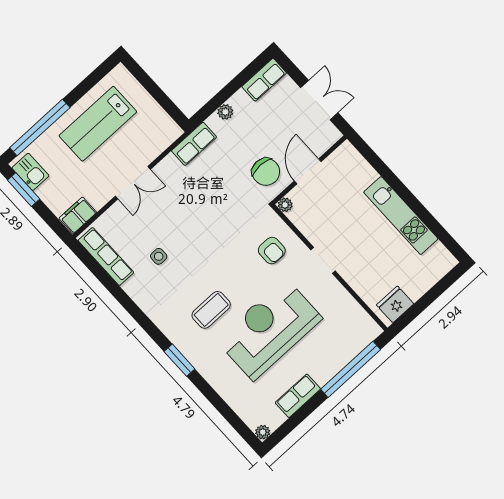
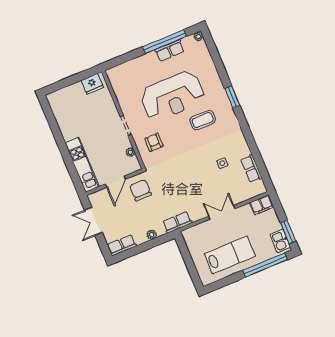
plant: (285, 205) -> (130, 152), moved
kitchen unit: (401, 216) -> (82, 165), moved
row of seats: (106, 256) -> (251, 169), width x0.68
window: (351, 369) -> (165, 42), moved

